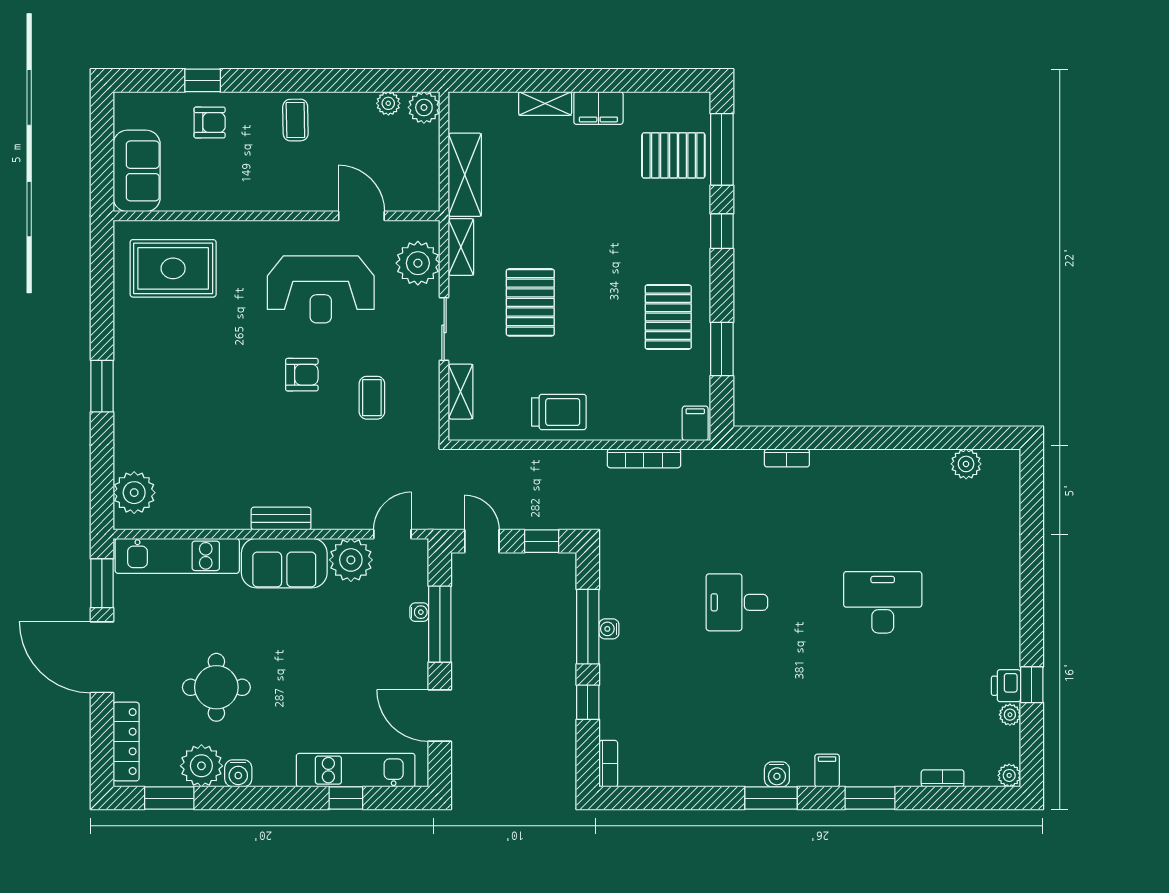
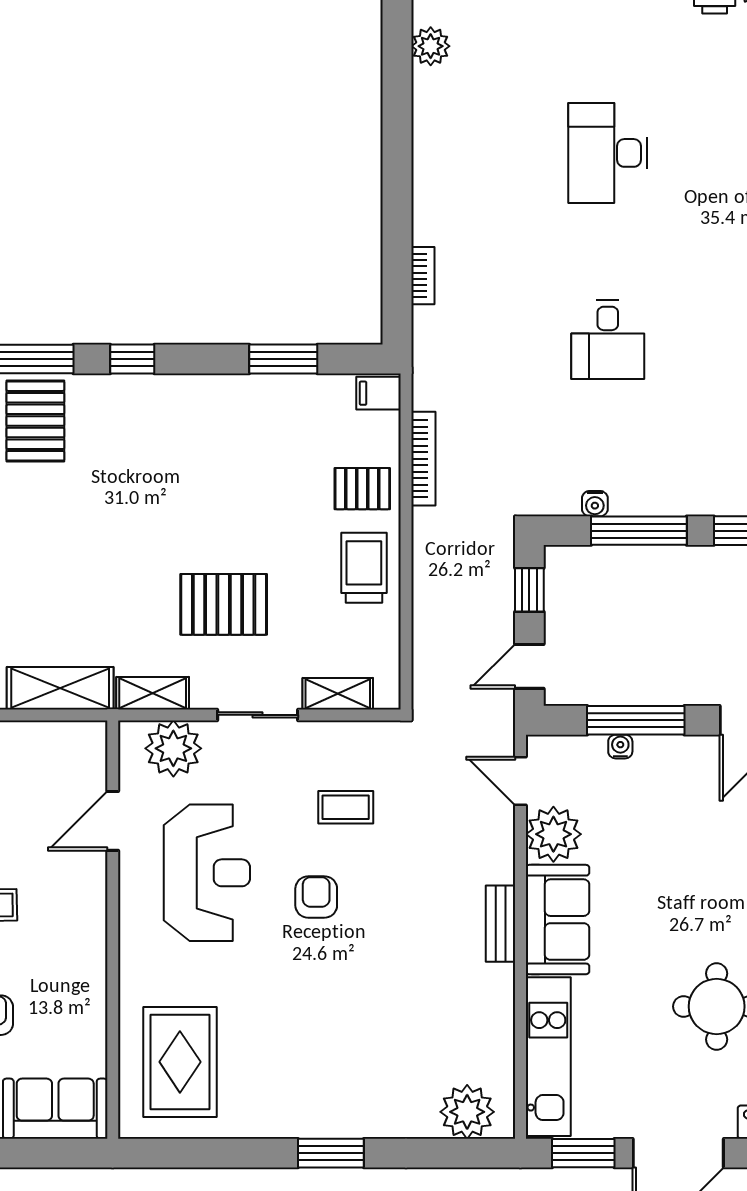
pallet: (668, 317) -> (362, 489), moved, width x0.67, depth x0.71
water cooler: (609, 629) -> (595, 504), moved

